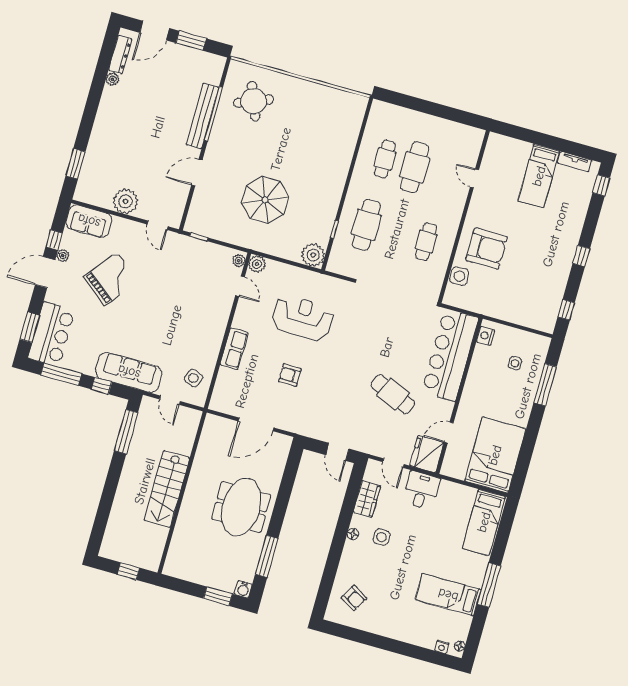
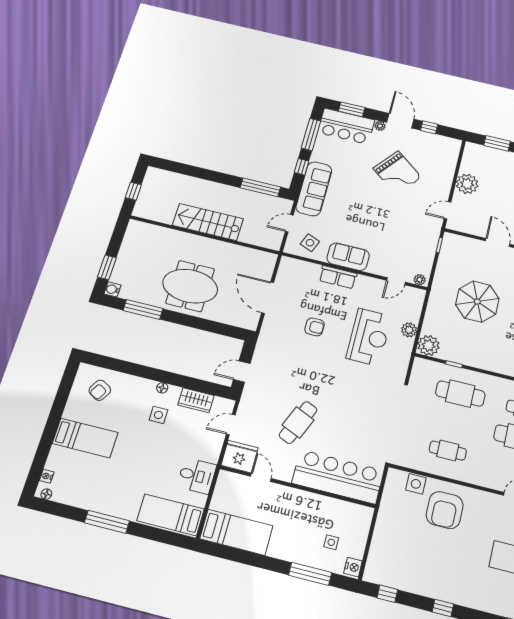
sofa: (89, 221) -> (348, 257), moved, turned 90
plant: (63, 256) -> (380, 126), moved
plant: (257, 264) -> (409, 330), moved
nightstand: (486, 336) -> (353, 567), moved, turned 90
armchair: (290, 375) -> (315, 327), turned 90
bed: (495, 455) -> (236, 532), width x0.67
desk: (421, 490) -> (197, 476), moved
bed: (448, 595) -> (85, 438), moved, turned 90

